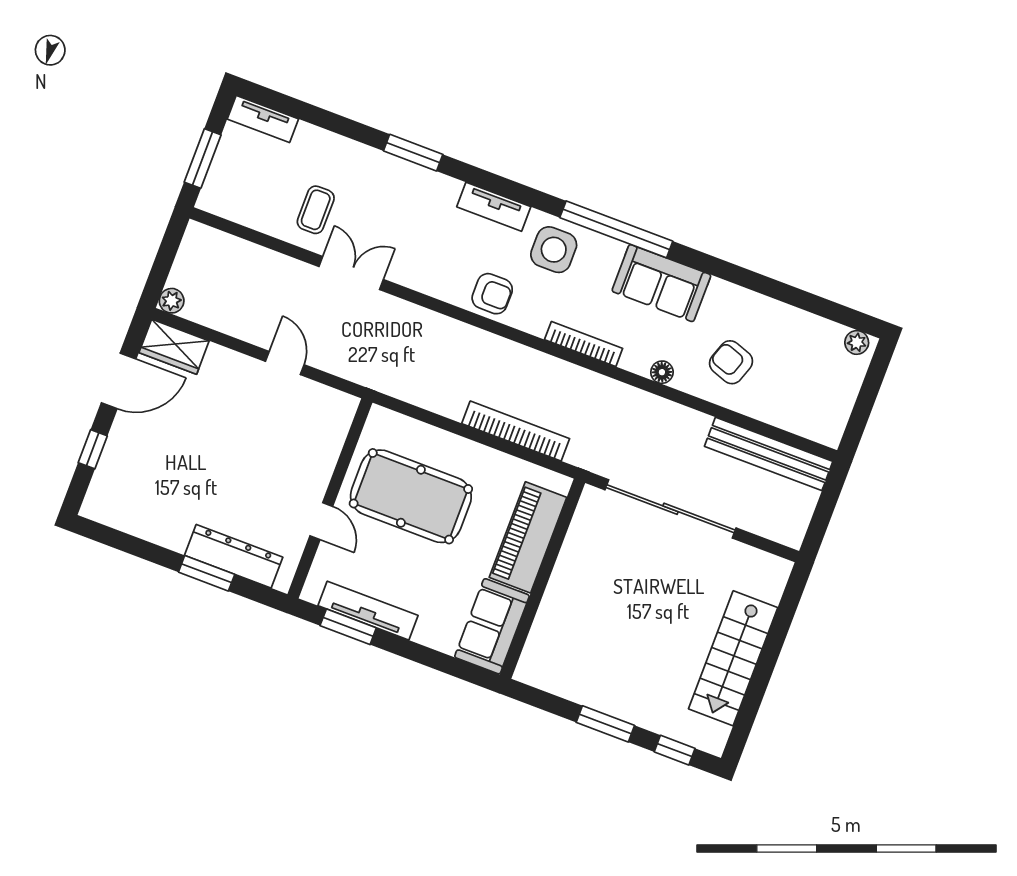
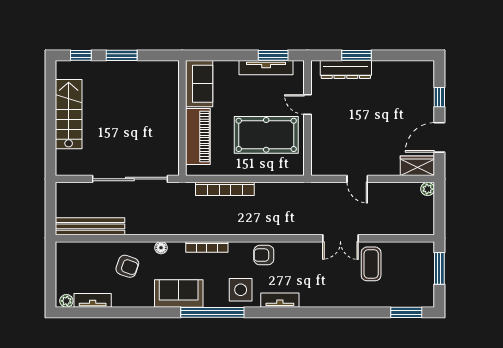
tv unit: (263, 119) -> (93, 300), moved
window: (413, 153) -> (406, 312), moved
coffee table: (316, 210) -> (371, 264), width x1.36, depth x1.30

